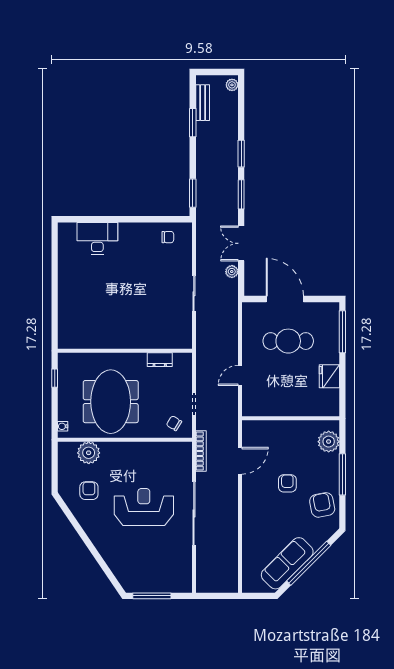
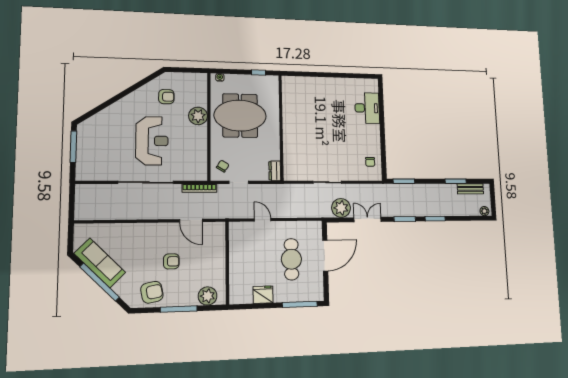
plant: (232, 272) -> (341, 208), width x1.87, depth x1.87
dresser: (160, 360) -> (275, 171), moved
plant: (89, 453) -> (198, 116), moved

